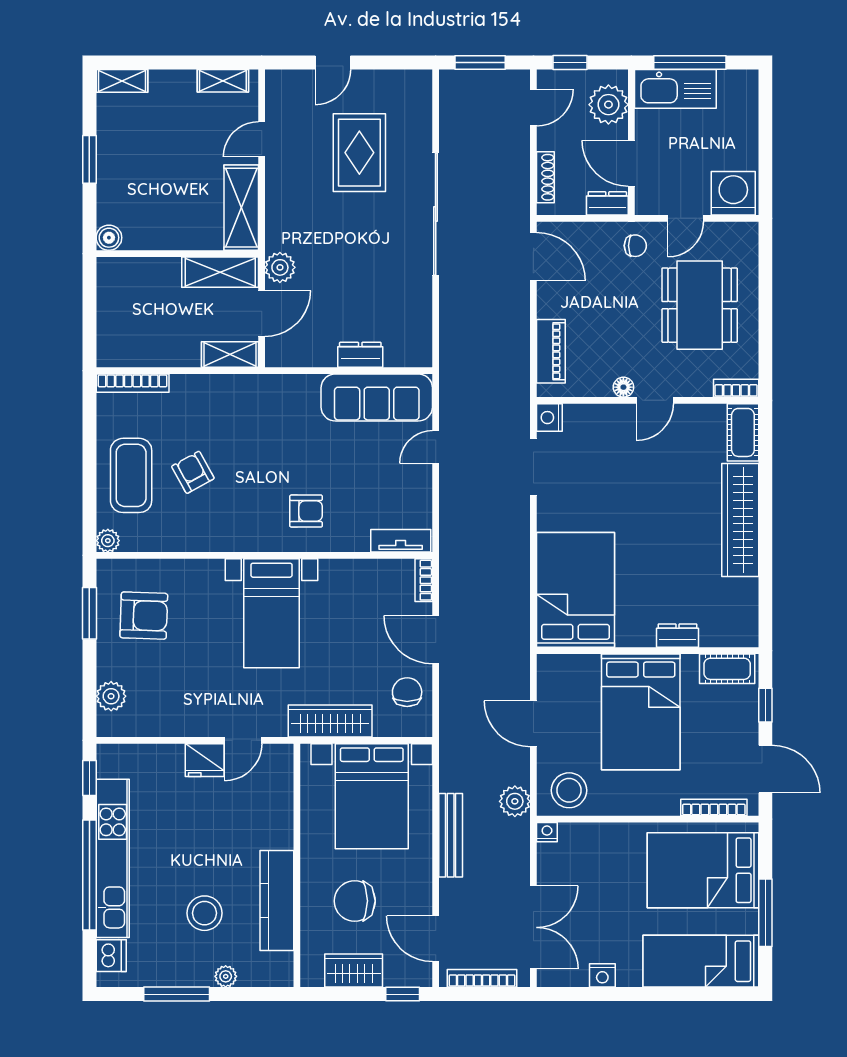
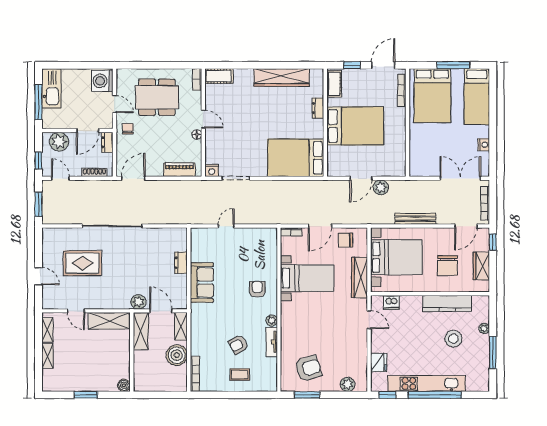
shelving: (122, 81) -> (47, 356), moved
kitchen sink: (675, 89) -> (51, 88), moved
boiler: (171, 346) -> (177, 355), added
sofa: (377, 397) -> (202, 283), moved, width x0.73
door: (436, 447) -> (226, 226), swing flipped
coffee table: (131, 475) -> (240, 375), width x0.54, depth x0.58
wardrobe: (740, 520) -> (281, 77), moved
plant: (108, 541) -> (272, 321), moved
tv unit: (401, 541) -> (272, 342), moved
bed with nightstands: (271, 613) -> (307, 278), moved
armchair: (144, 616) -> (308, 368), turned 71
fridge: (205, 760) -> (379, 362), moved
stool: (569, 790) -> (393, 161), removed
plant: (515, 801) -> (381, 187), moved
nightstand: (547, 832) -> (414, 172), removed
dishwasher: (111, 956) -> (391, 303), moved, turned 180

